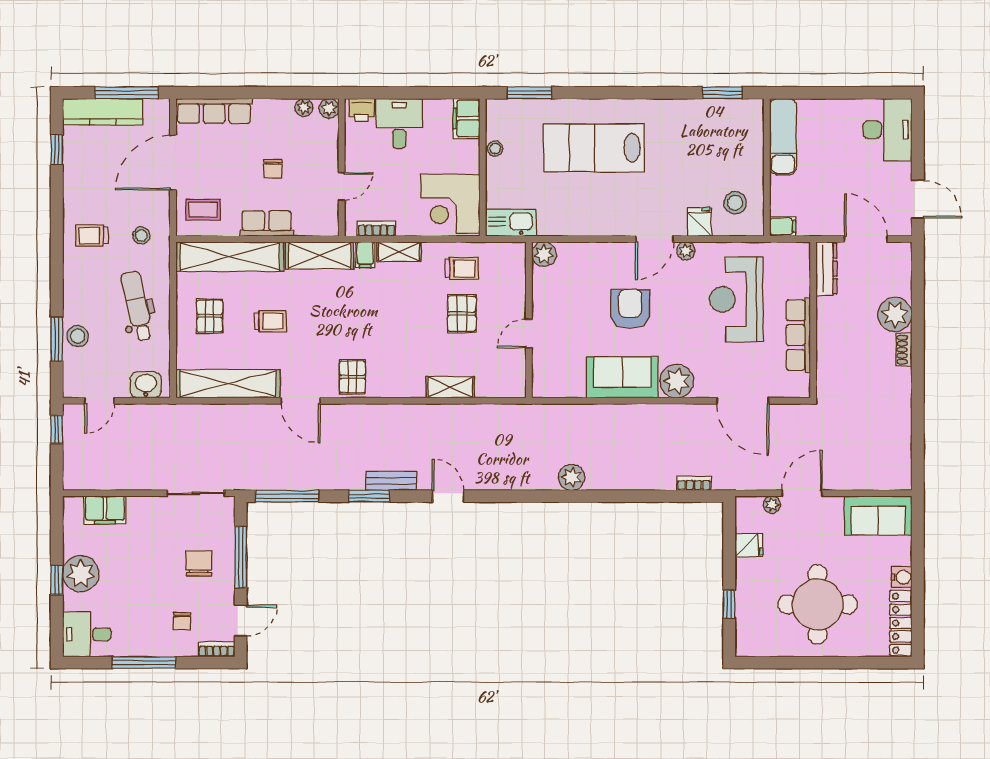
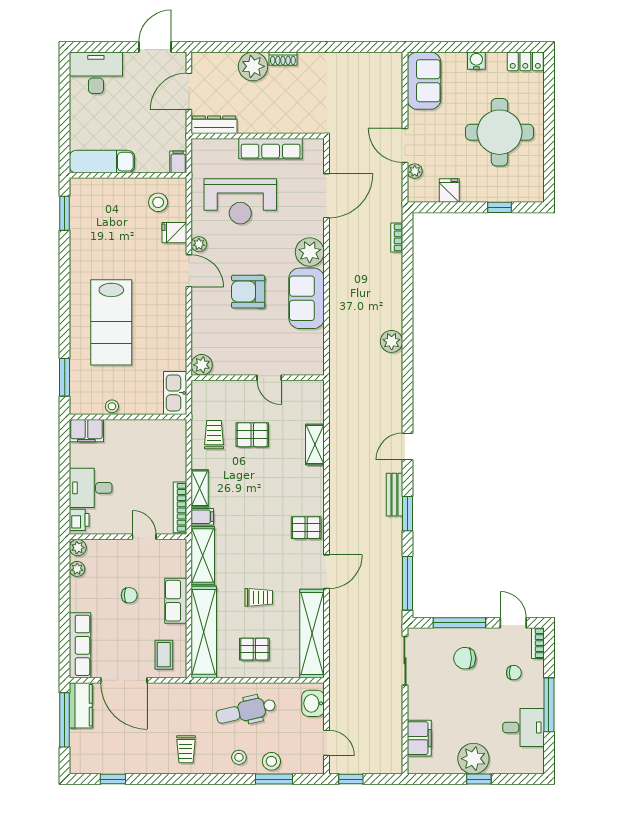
kitchen counter: (103, 112) -> (81, 705), moved, width x0.67
corner desk: (450, 204) -> (159, 445), removed
bookcase: (376, 229) -> (180, 507), width x1.56
stool: (141, 235) -> (239, 757), moved
trolley: (271, 321) -> (259, 597), turned 90
locker: (901, 623) -> (525, 61), width x0.66
desk: (87, 634) -> (523, 728), moved, turned -90

